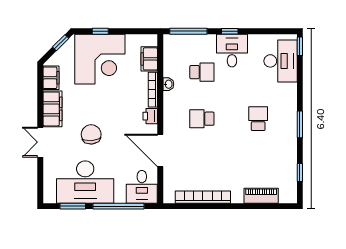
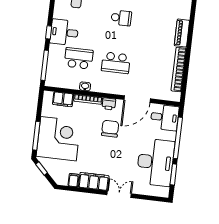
window: (100, 31) -> (36, 136), width x2.17
school desk: (202, 72) -> (79, 58), width x1.85
filing cabinet: (51, 78) -> (73, 180), width x0.50
school desk: (202, 119) -> (116, 63), width x1.85
school desk: (258, 119) -> (121, 18), turned 180
chair: (91, 134) -> (110, 129), moved, turned 95
double door: (40, 142) -> (119, 194), swing flipped
piano: (261, 196) -> (182, 33), moved

